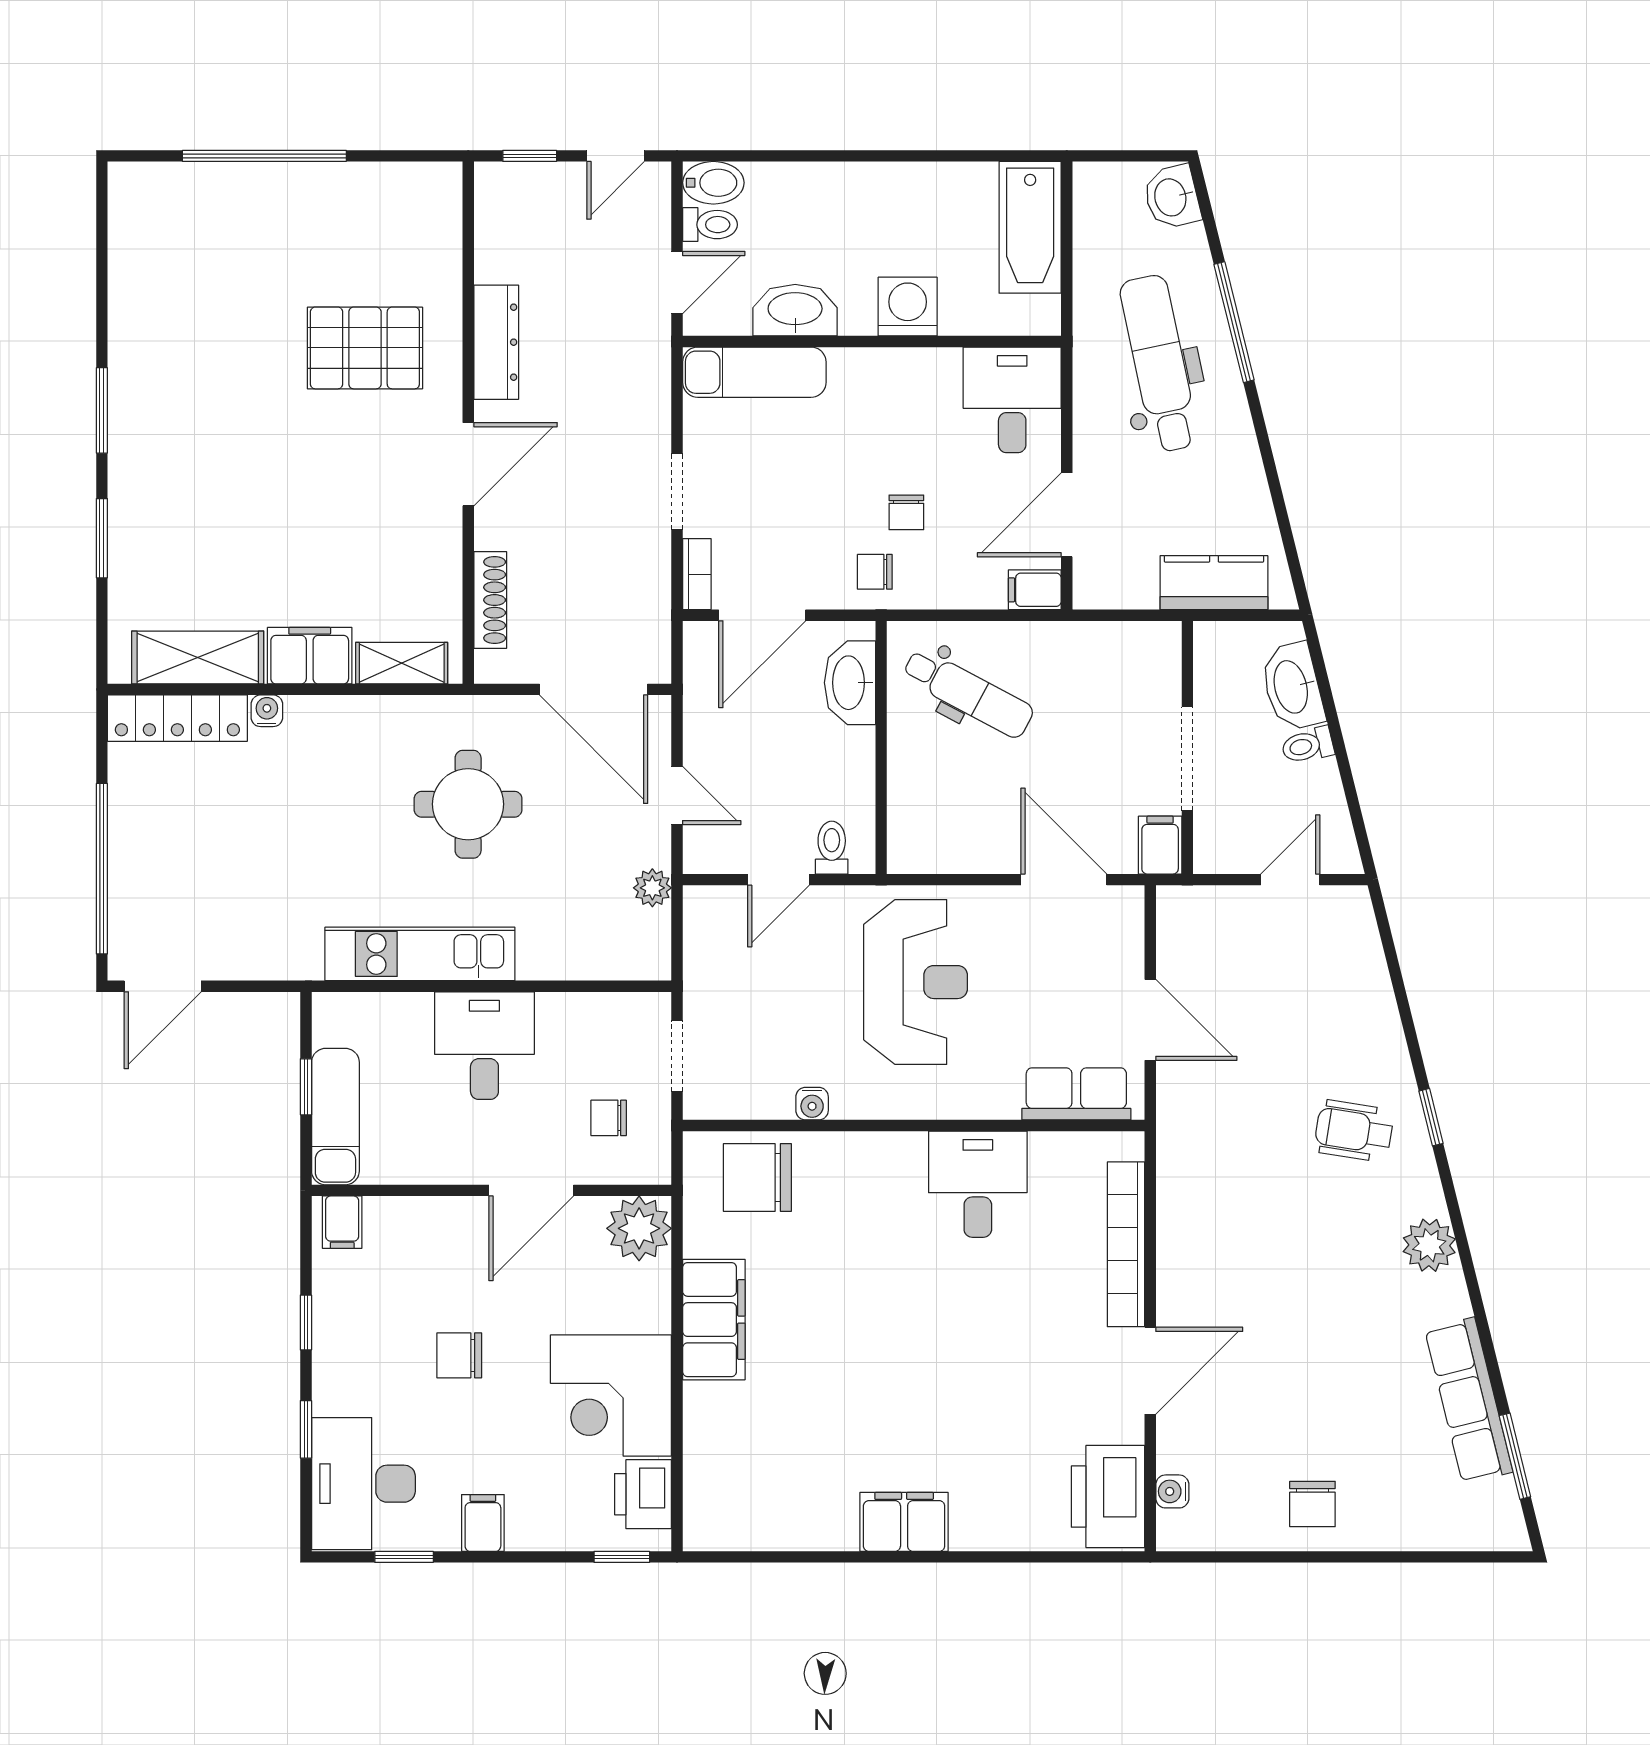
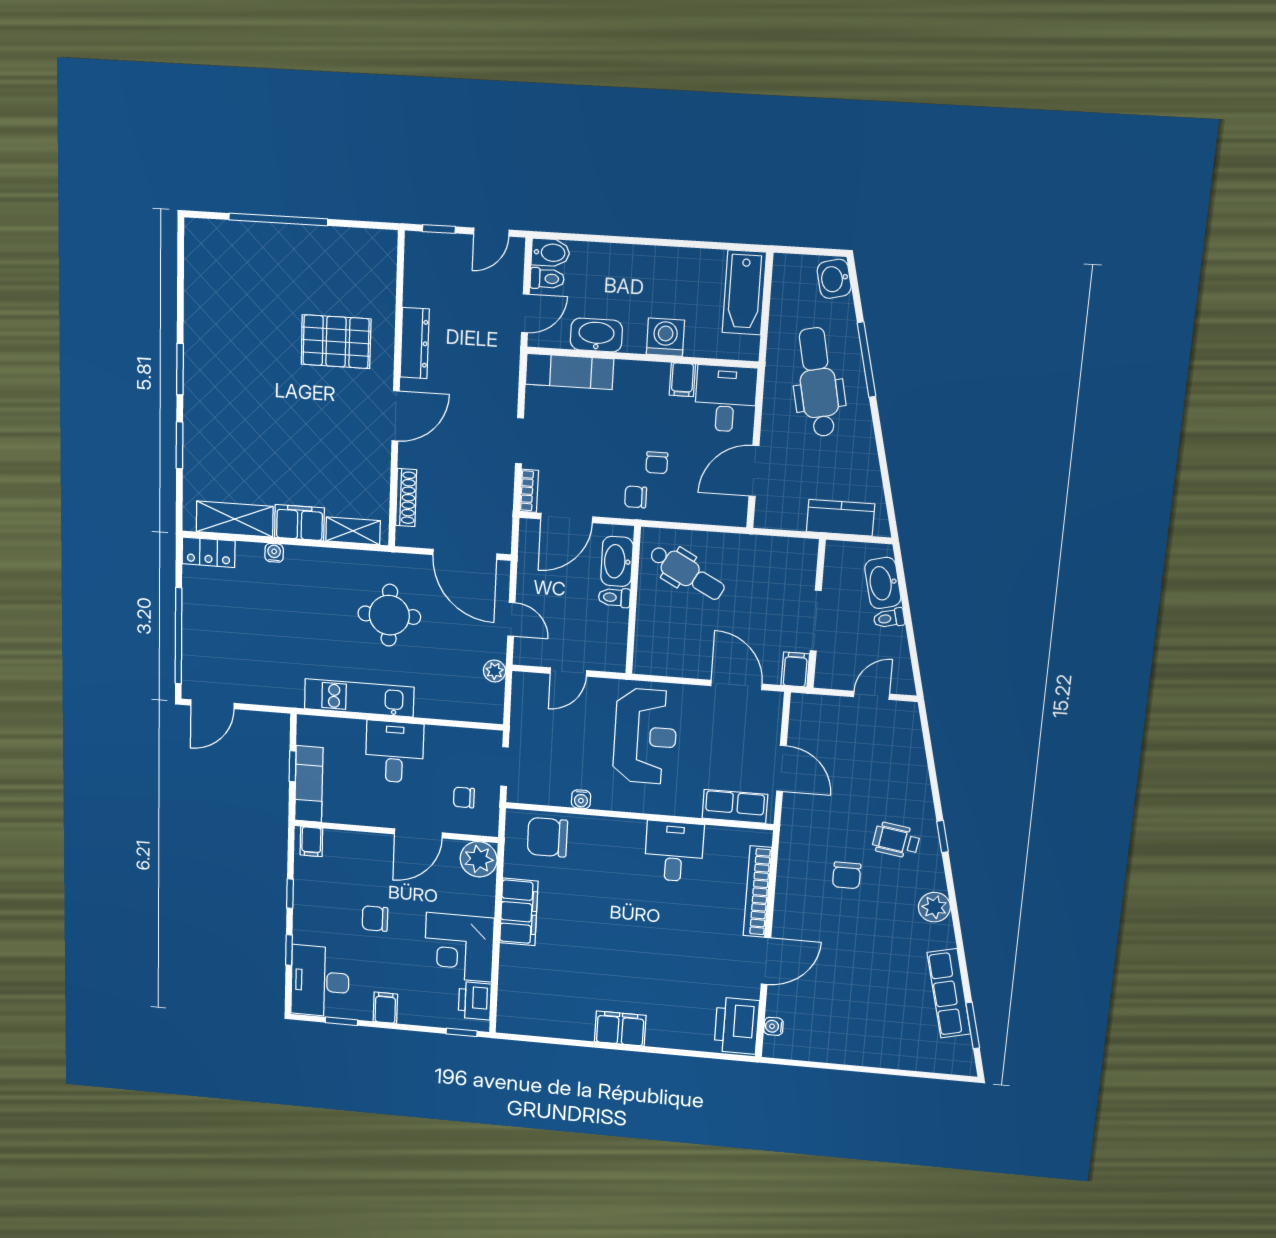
filing cabinet: (1035, 590) -> (682, 380), moved, turned -90
locker: (177, 718) -> (209, 552), width x0.66
toilet: (832, 848) -> (614, 597), moved, turned -90
chair: (1312, 1504) -> (847, 875), moved

